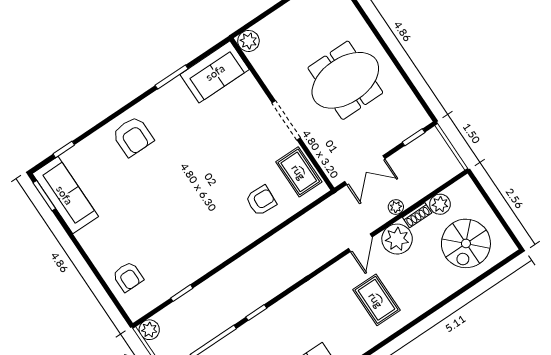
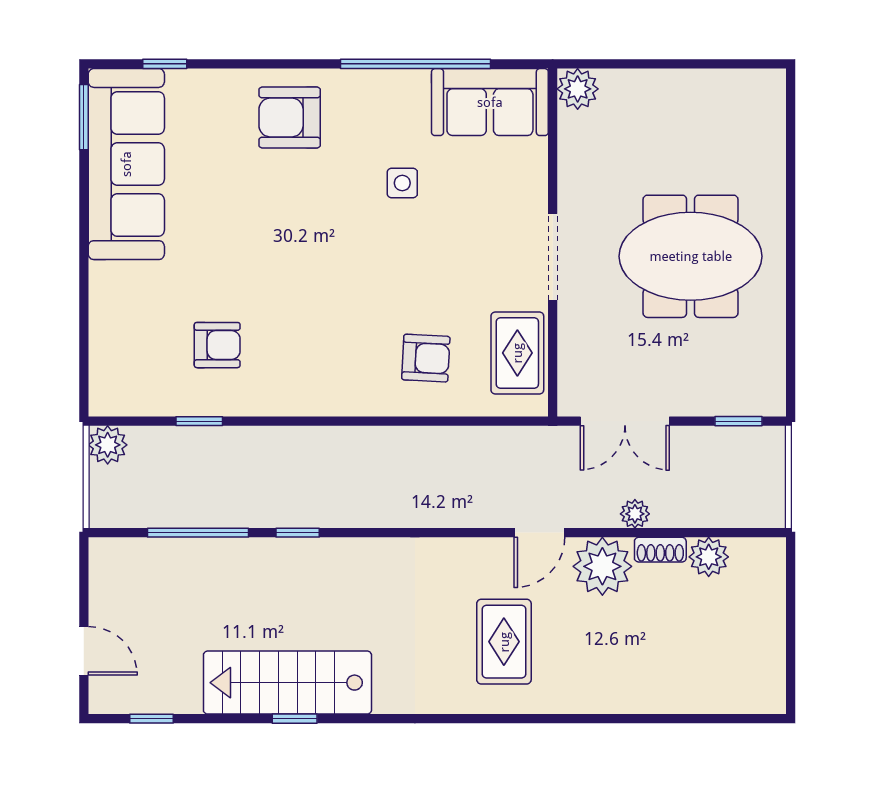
window: (172, 77) -> (415, 64), width x2.11
side table: (200, 132) -> (402, 183), added
armchair: (133, 136) -> (290, 117), turned 90
sofa: (65, 195) -> (126, 164), width x1.36, depth x1.27
spiral stairs: (466, 243) -> (708, 648), removed
armchair: (128, 277) -> (217, 345), moved, turned -90

